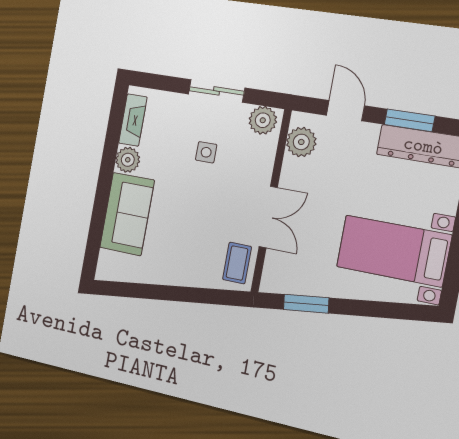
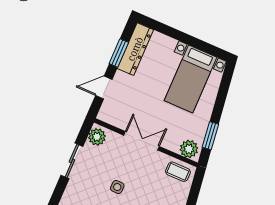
plant: (301, 142) -> (189, 149), moved
side table: (206, 152) -> (117, 187), moved
double door: (268, 217) -> (142, 141), moved

